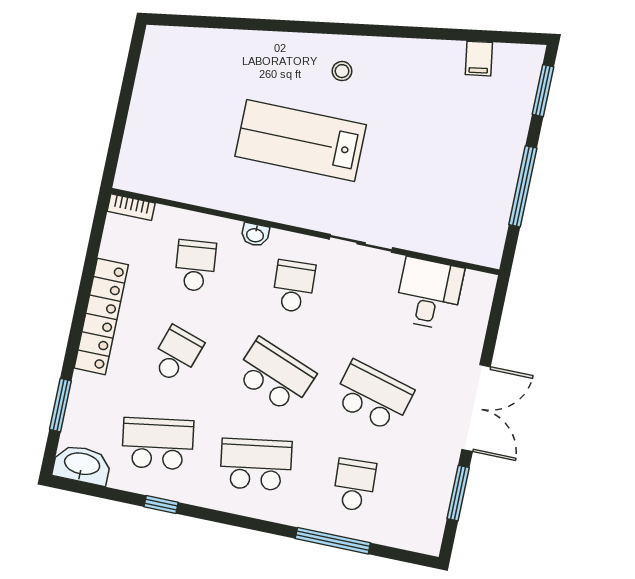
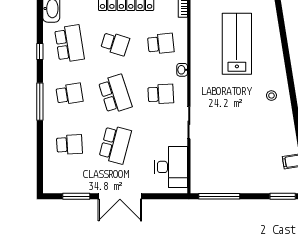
lab bench: (301, 140) -> (237, 44), moved
window: (523, 186) -> (219, 196), moved
desk: (429, 294) -> (171, 167), width x1.37
school desk: (275, 375) -> (115, 94), turned -39
school desk: (256, 464) -> (69, 94), width x0.54
window: (333, 541) -> (40, 102), moved

